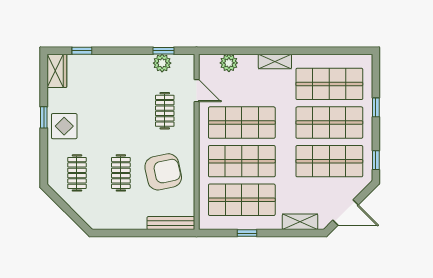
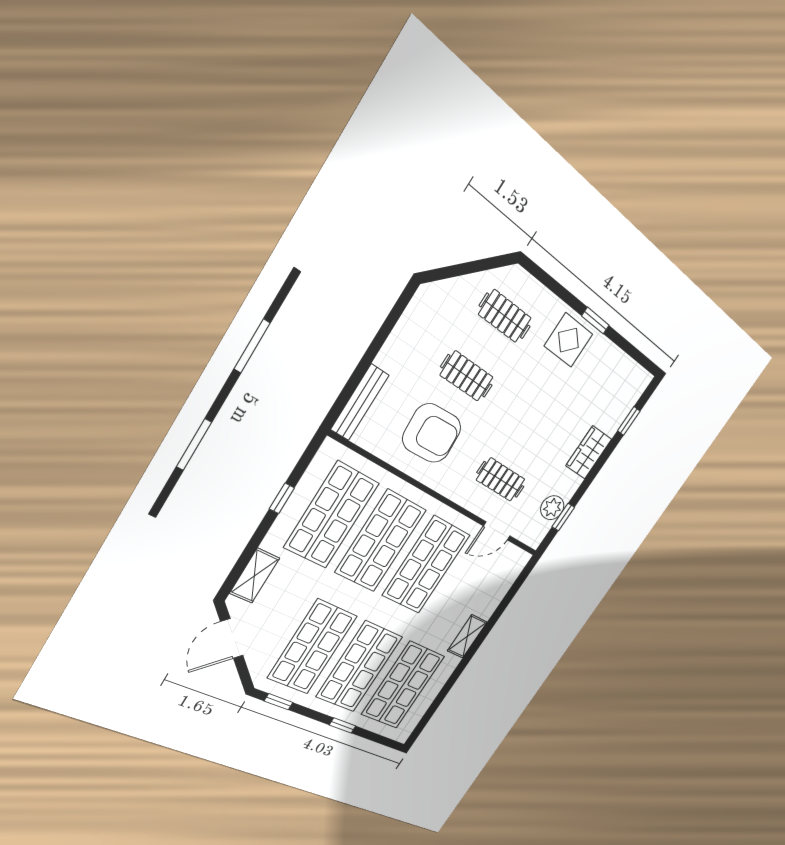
plant: (229, 63) -> (500, 584), removed
wardrobe: (57, 71) -> (589, 453), moved, turned 90
armchair: (163, 172) -> (432, 433), turned -81

